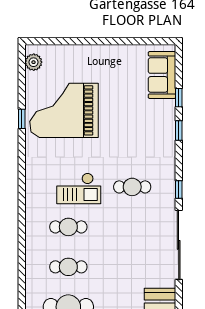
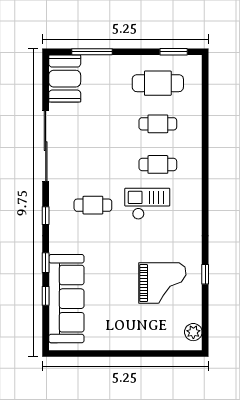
sofa: (162, 75) -> (66, 299), width x1.85, depth x1.27
grand piano: (64, 110) -> (162, 283), width x0.73, depth x0.68
window: (179, 190) -> (46, 216), moved

